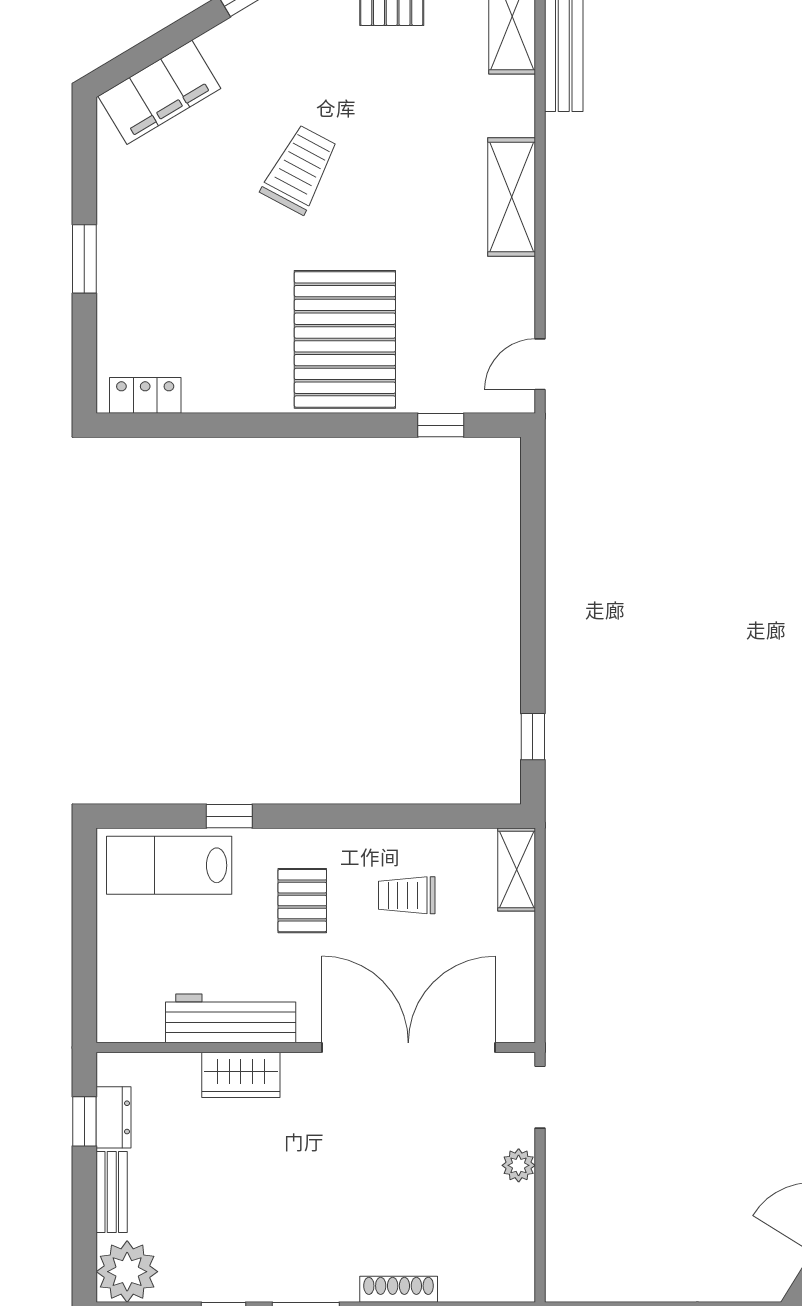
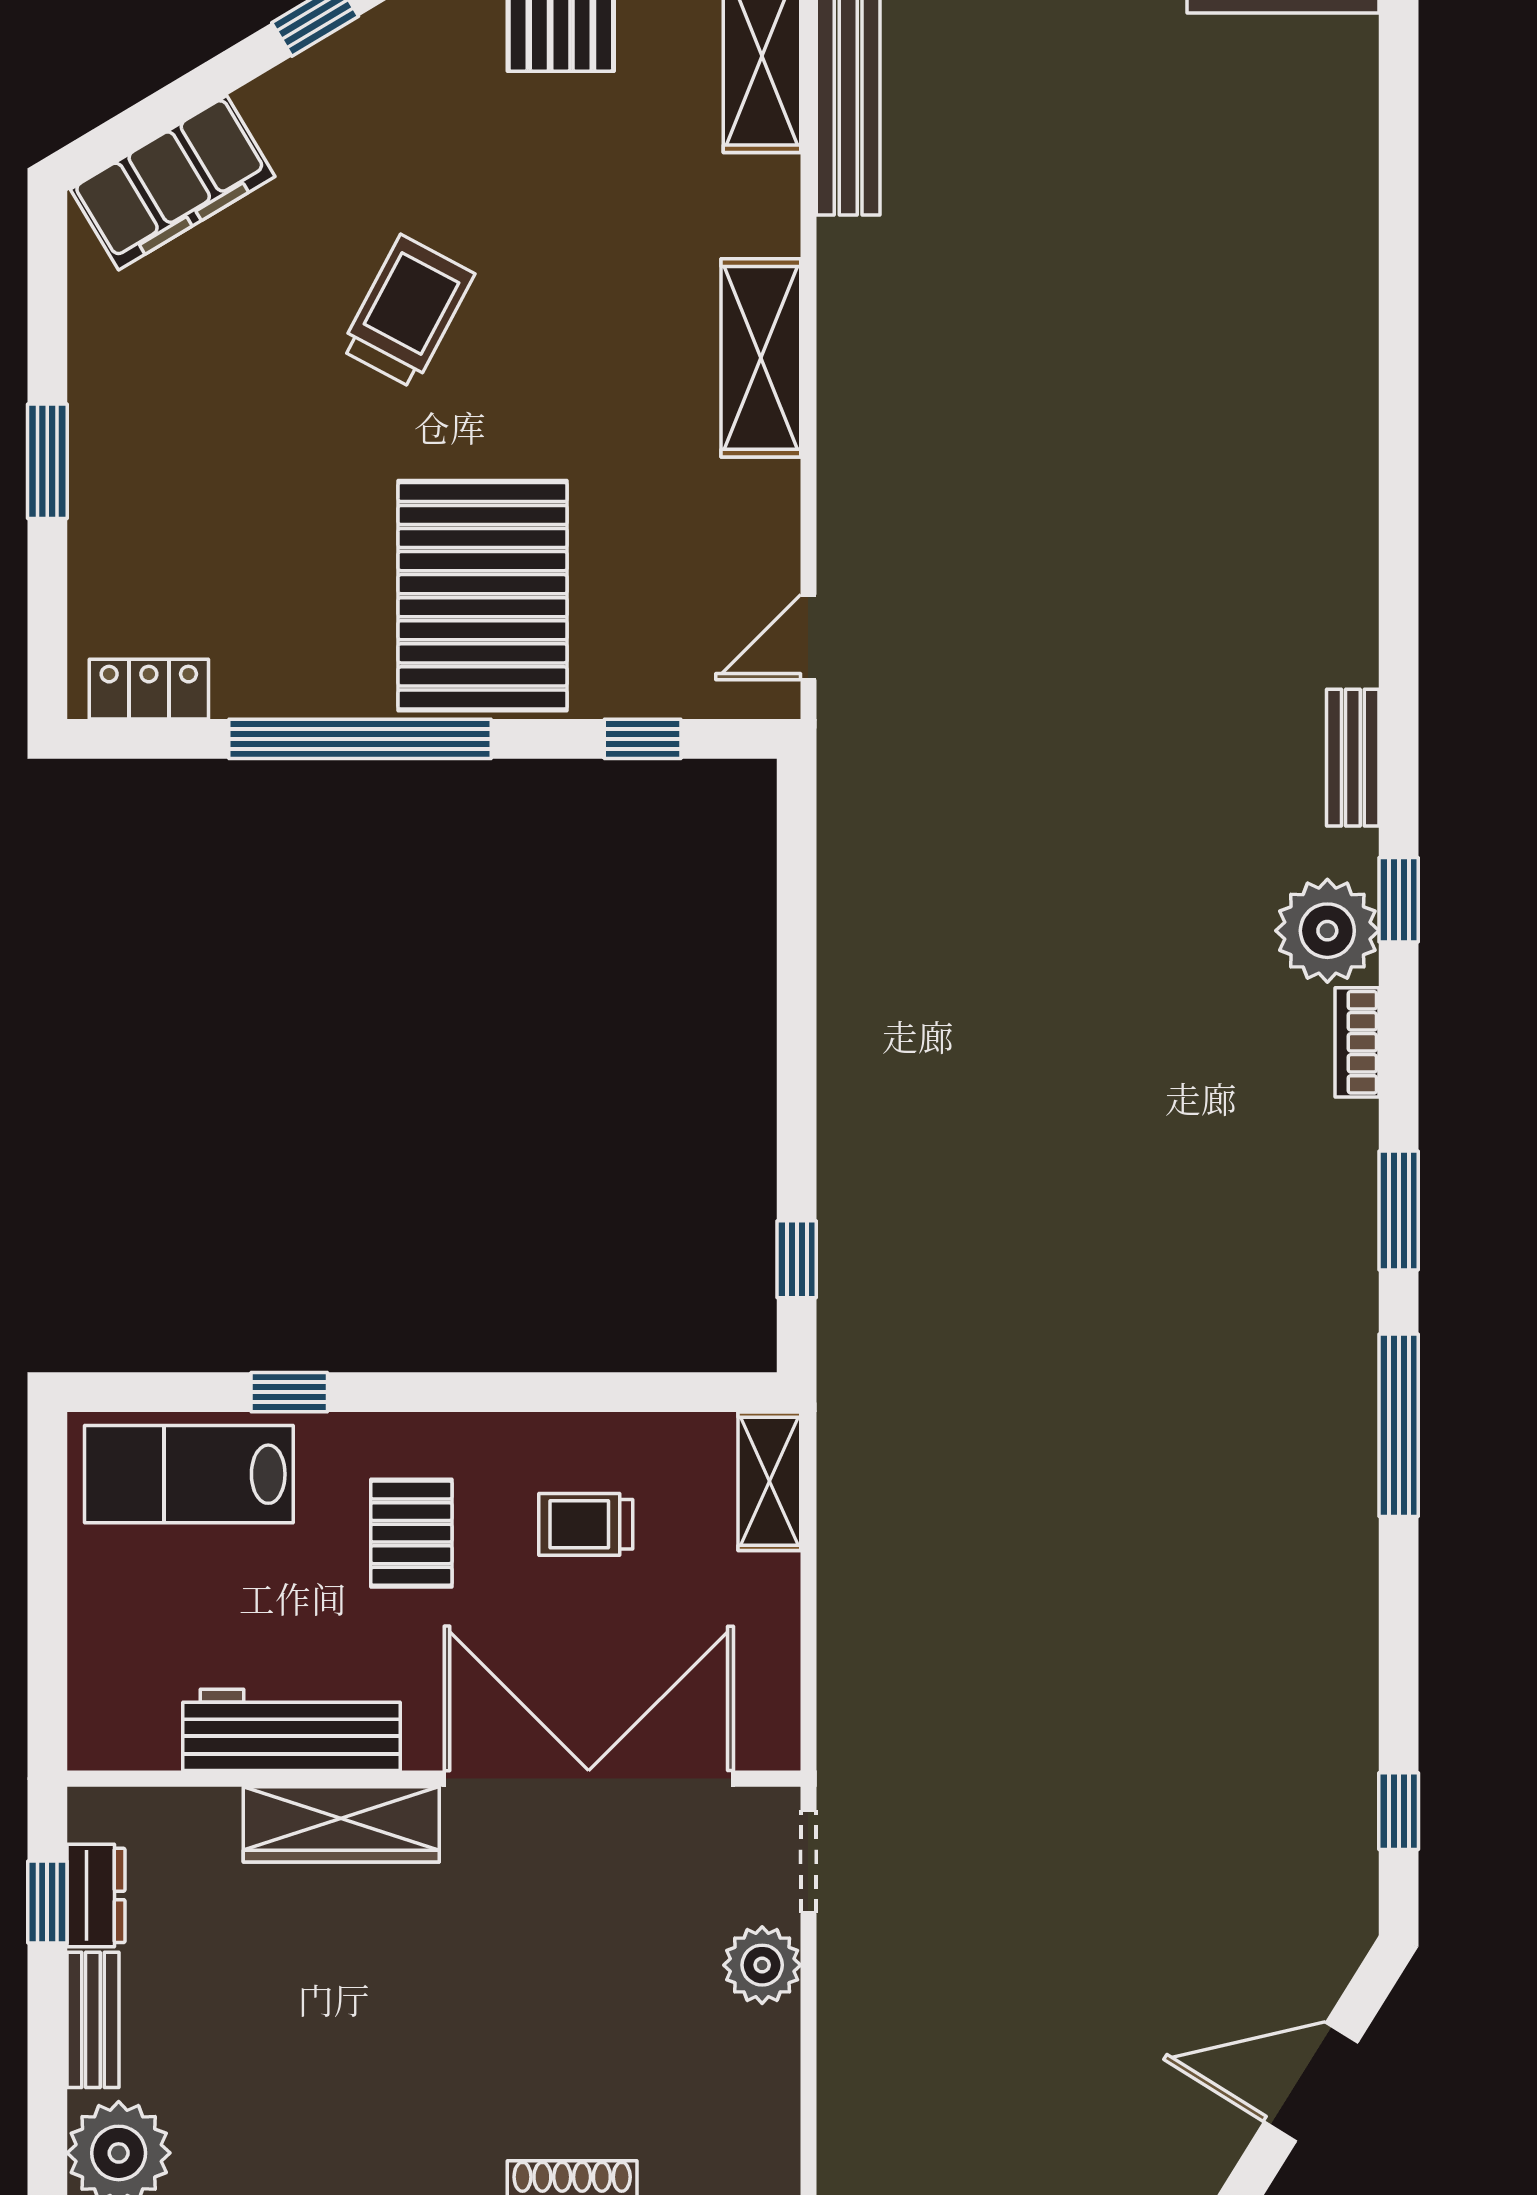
window: (272, 425) -> (360, 739), added
wardrobe: (241, 1075) -> (341, 1824), width x1.50
plant: (519, 1165) -> (762, 1965), width x1.38, depth x1.38

